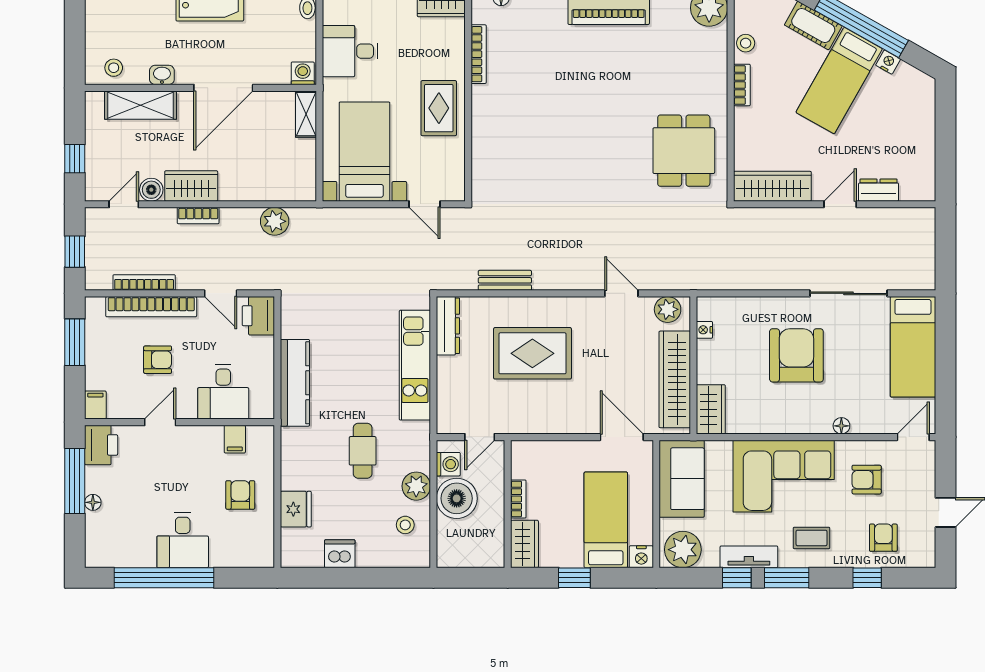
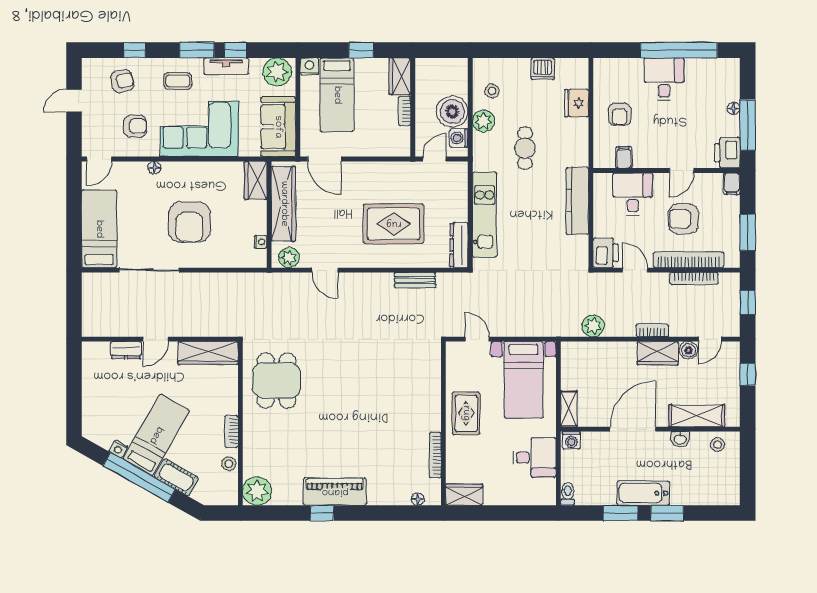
armchair: (158, 360) -> (684, 219), width x1.38, depth x1.38
armchair: (883, 538) -> (122, 81), turned -104

